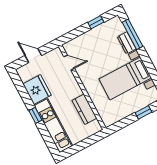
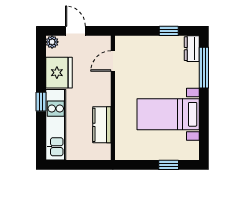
dresser: (127, 43) -> (192, 49), moved
door: (69, 63) -> (113, 61), swing flipped
plant: (22, 71) -> (52, 42), added

